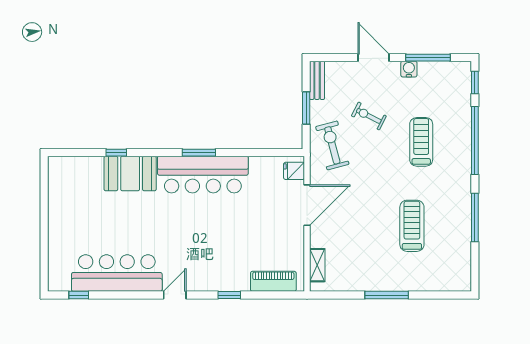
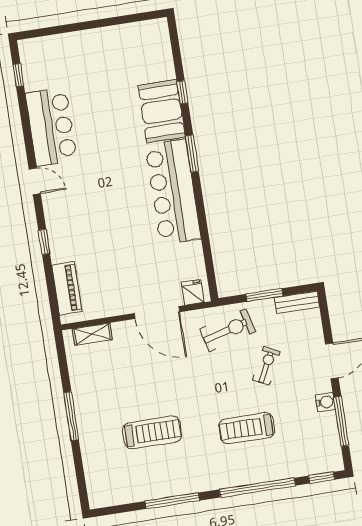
treadmill: (421, 142) -> (247, 428), turned 180
window: (199, 153) -> (192, 154), moved
bar counter: (117, 273) -> (51, 127), width x0.73

